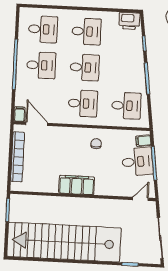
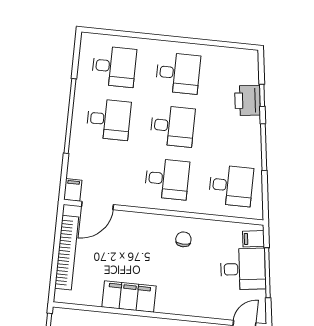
printer: (129, 21) -> (247, 100), moved, turned 82
door: (37, 124) -> (97, 205), swing flipped
filing cabinet: (77, 185) -> (129, 296), moved

